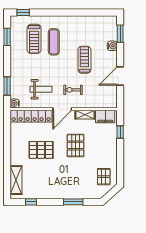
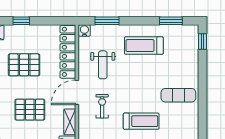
treadmill: (34, 39) -> (144, 46), moved
exercise mat: (54, 42) -> (178, 95), moved
door: (62, 109) -> (77, 92), hinge flipped
pallet: (41, 150) -> (24, 65), turned 90
window: (7, 152) -> (21, 21), added

